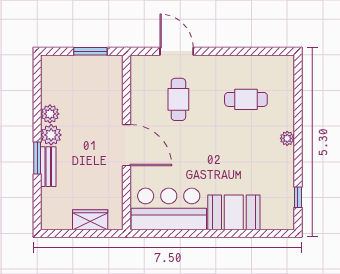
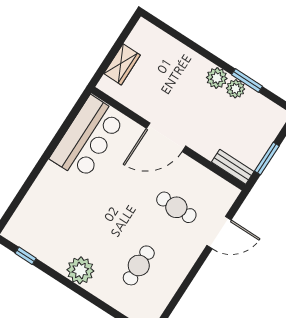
plant: (287, 138) -> (80, 270), width x1.87, depth x1.87
window: (37, 158) -> (247, 81), moved
bench: (48, 167) -> (233, 167), moved
booth: (234, 212) -> (48, 192), removed

